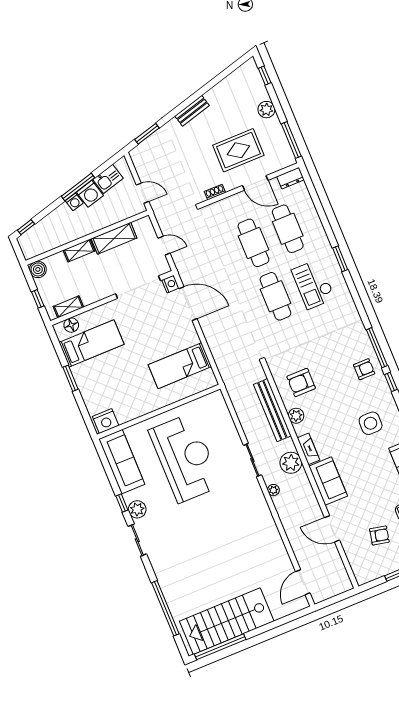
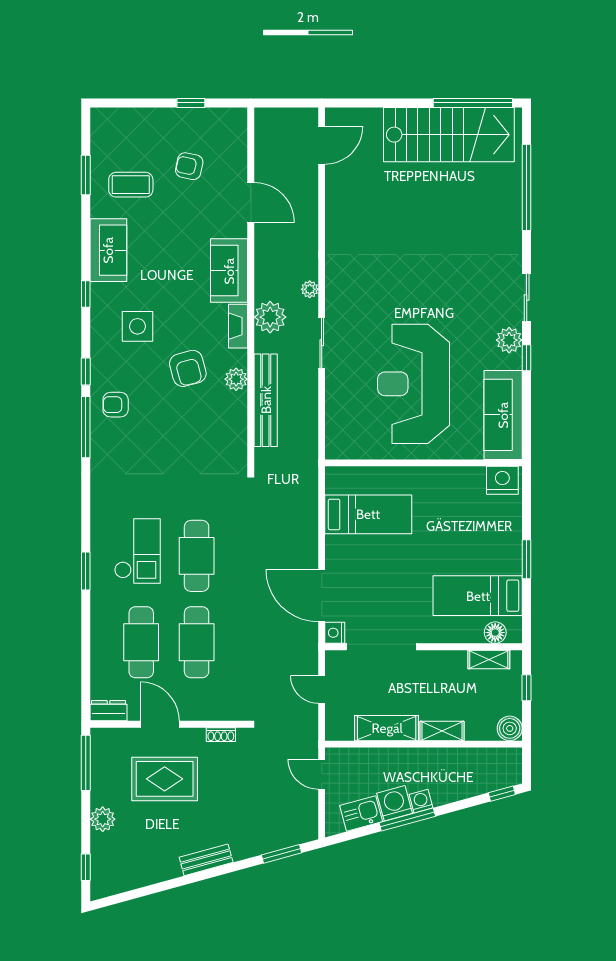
armchair: (301, 382) -> (188, 368), moved, turned 75

